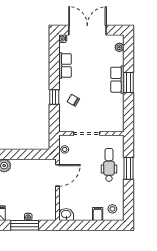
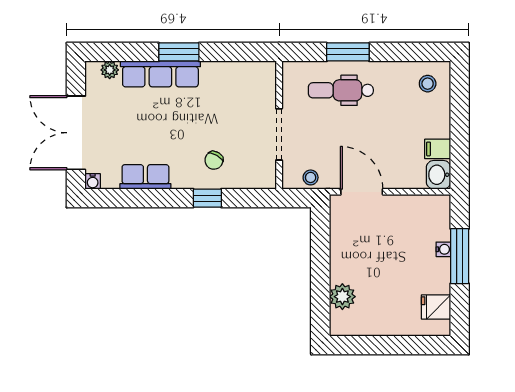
row of seats: (117, 80) -> (160, 74), width x1.48
filing cabinet: (98, 214) -> (438, 149), moved

